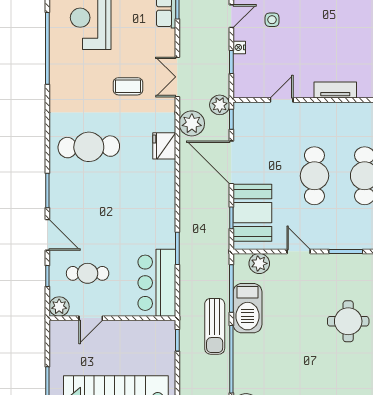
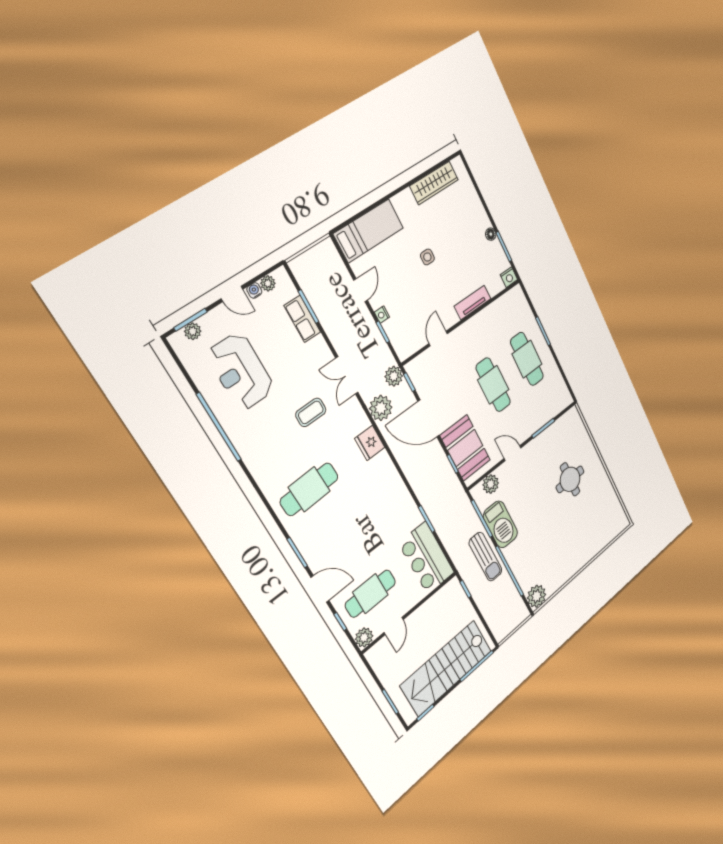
side table: (272, 20) -> (427, 257), moved
cafe table: (88, 273) -> (370, 594), width x1.37, depth x1.35

